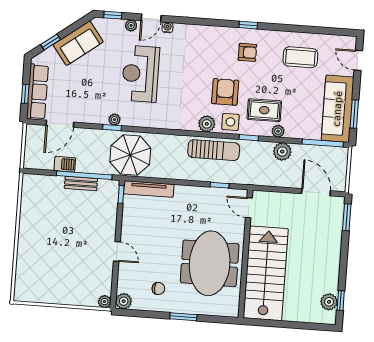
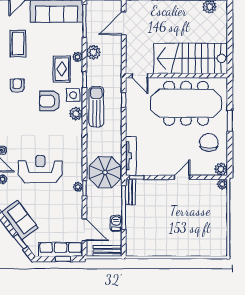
reception desk: (140, 74) -> (40, 169), turned 180
bench: (31, 151) -> (108, 251), added
bench: (81, 184) -> (130, 192), moved
door: (249, 208) -> (140, 76), hinge flipped
meeting table: (210, 263) -> (186, 103), width x1.36
chair: (158, 289) -> (209, 142), width x1.87, depth x1.87

